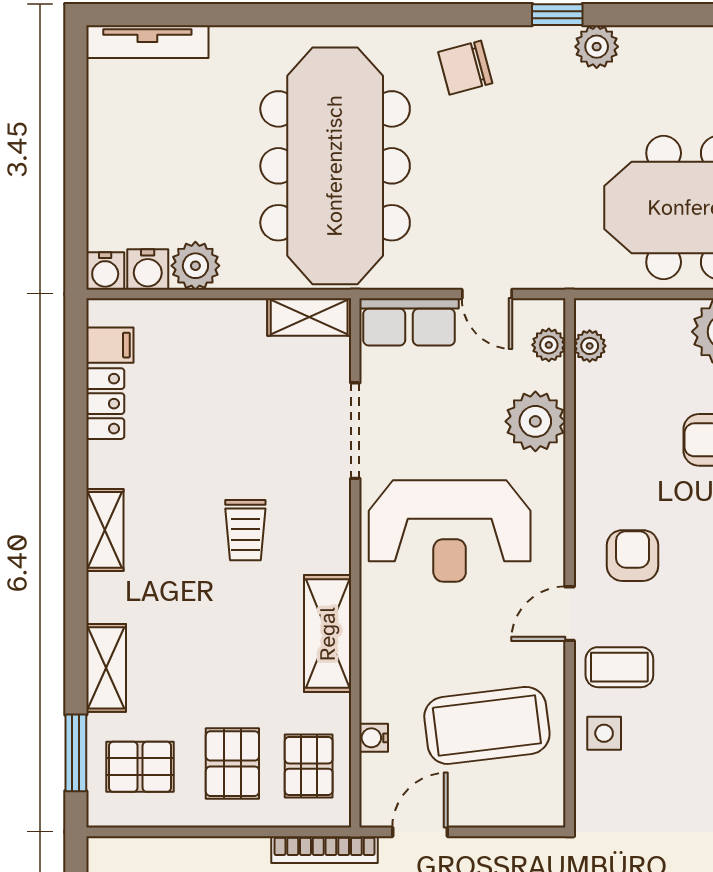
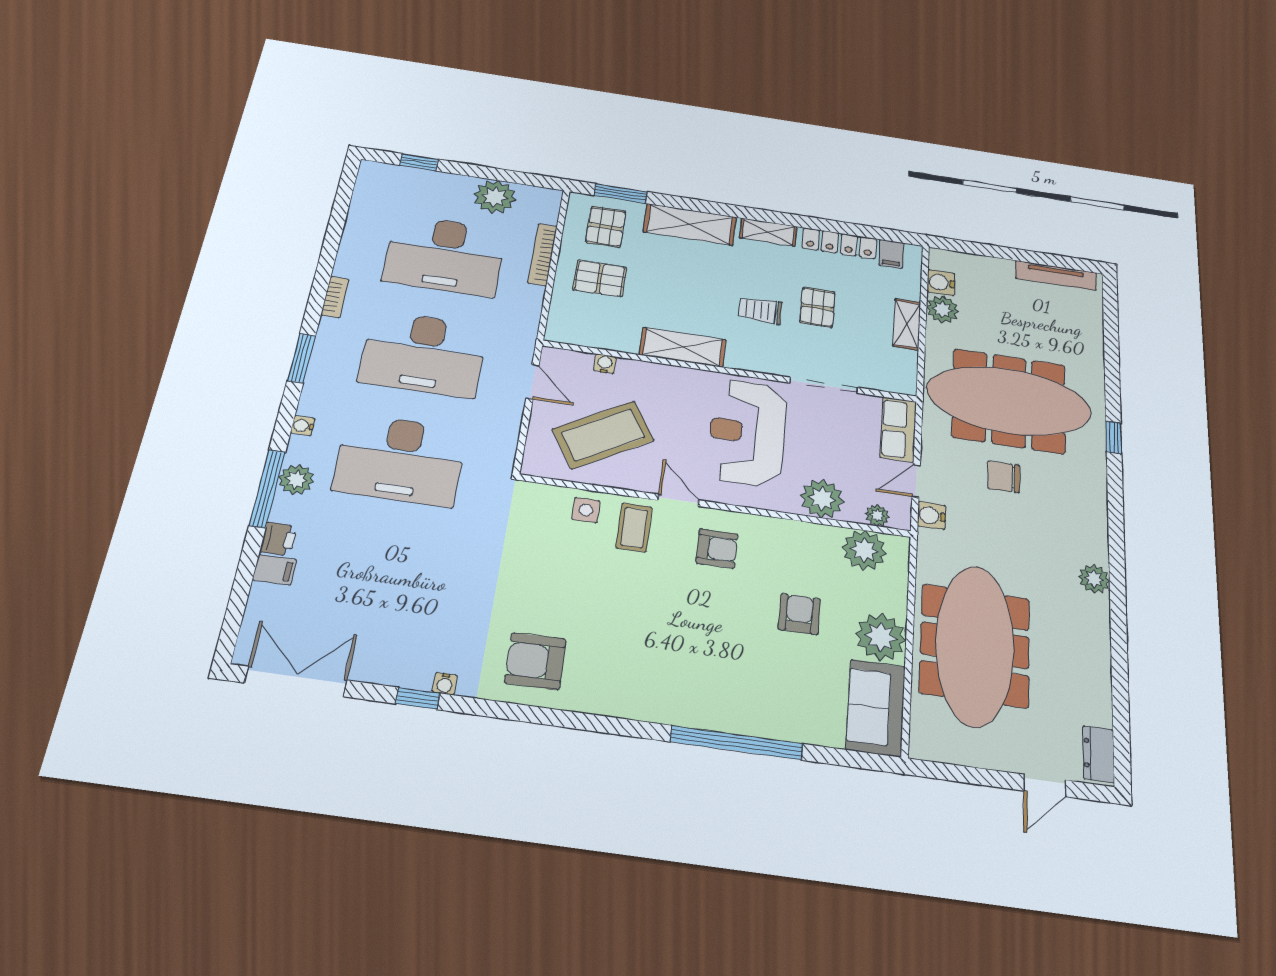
window: (557, 15) -> (1114, 437), moved
tv unit: (147, 42) -> (1056, 275), moved, turned -90
chair: (465, 68) -> (1004, 477), moved, turned -75
water cooler: (105, 271) -> (931, 516), moved
shelving: (309, 317) -> (907, 324), moved
plant: (590, 346) -> (864, 550), width x1.88, depth x1.88
locker: (105, 404) -> (839, 243), width x1.53
shelving: (106, 668) -> (690, 224), width x1.50, depth x1.33
coffee table: (487, 725) -> (603, 435), turned 66
pallet: (309, 766) -> (817, 307), moved, turned 90
bookcase: (325, 850) -> (543, 254), moved

